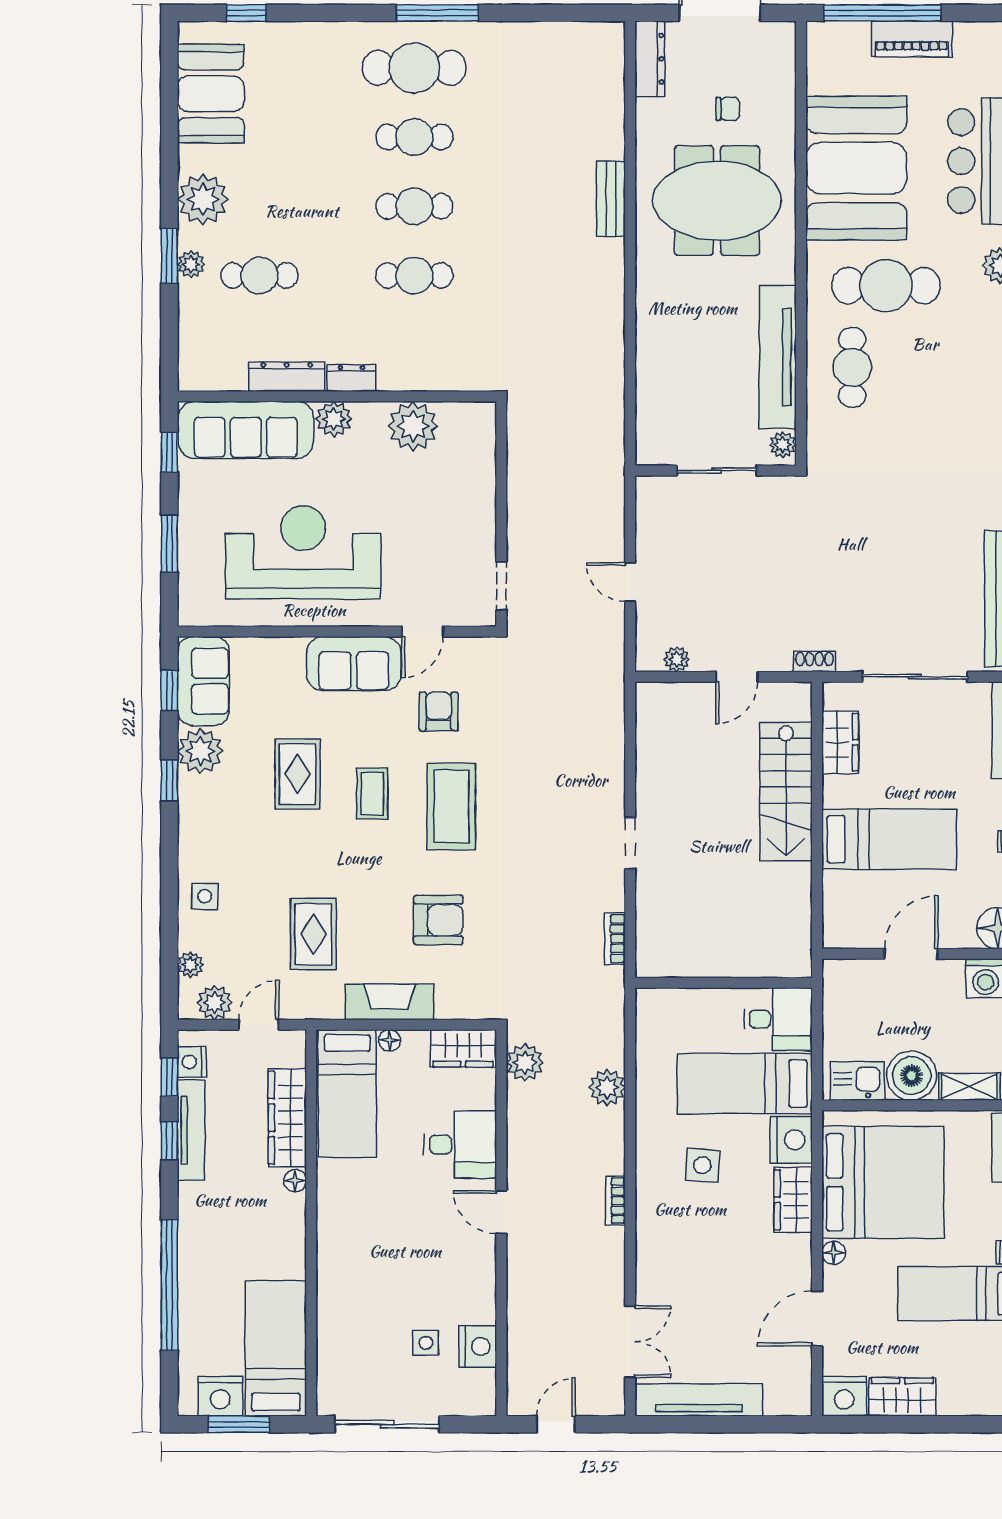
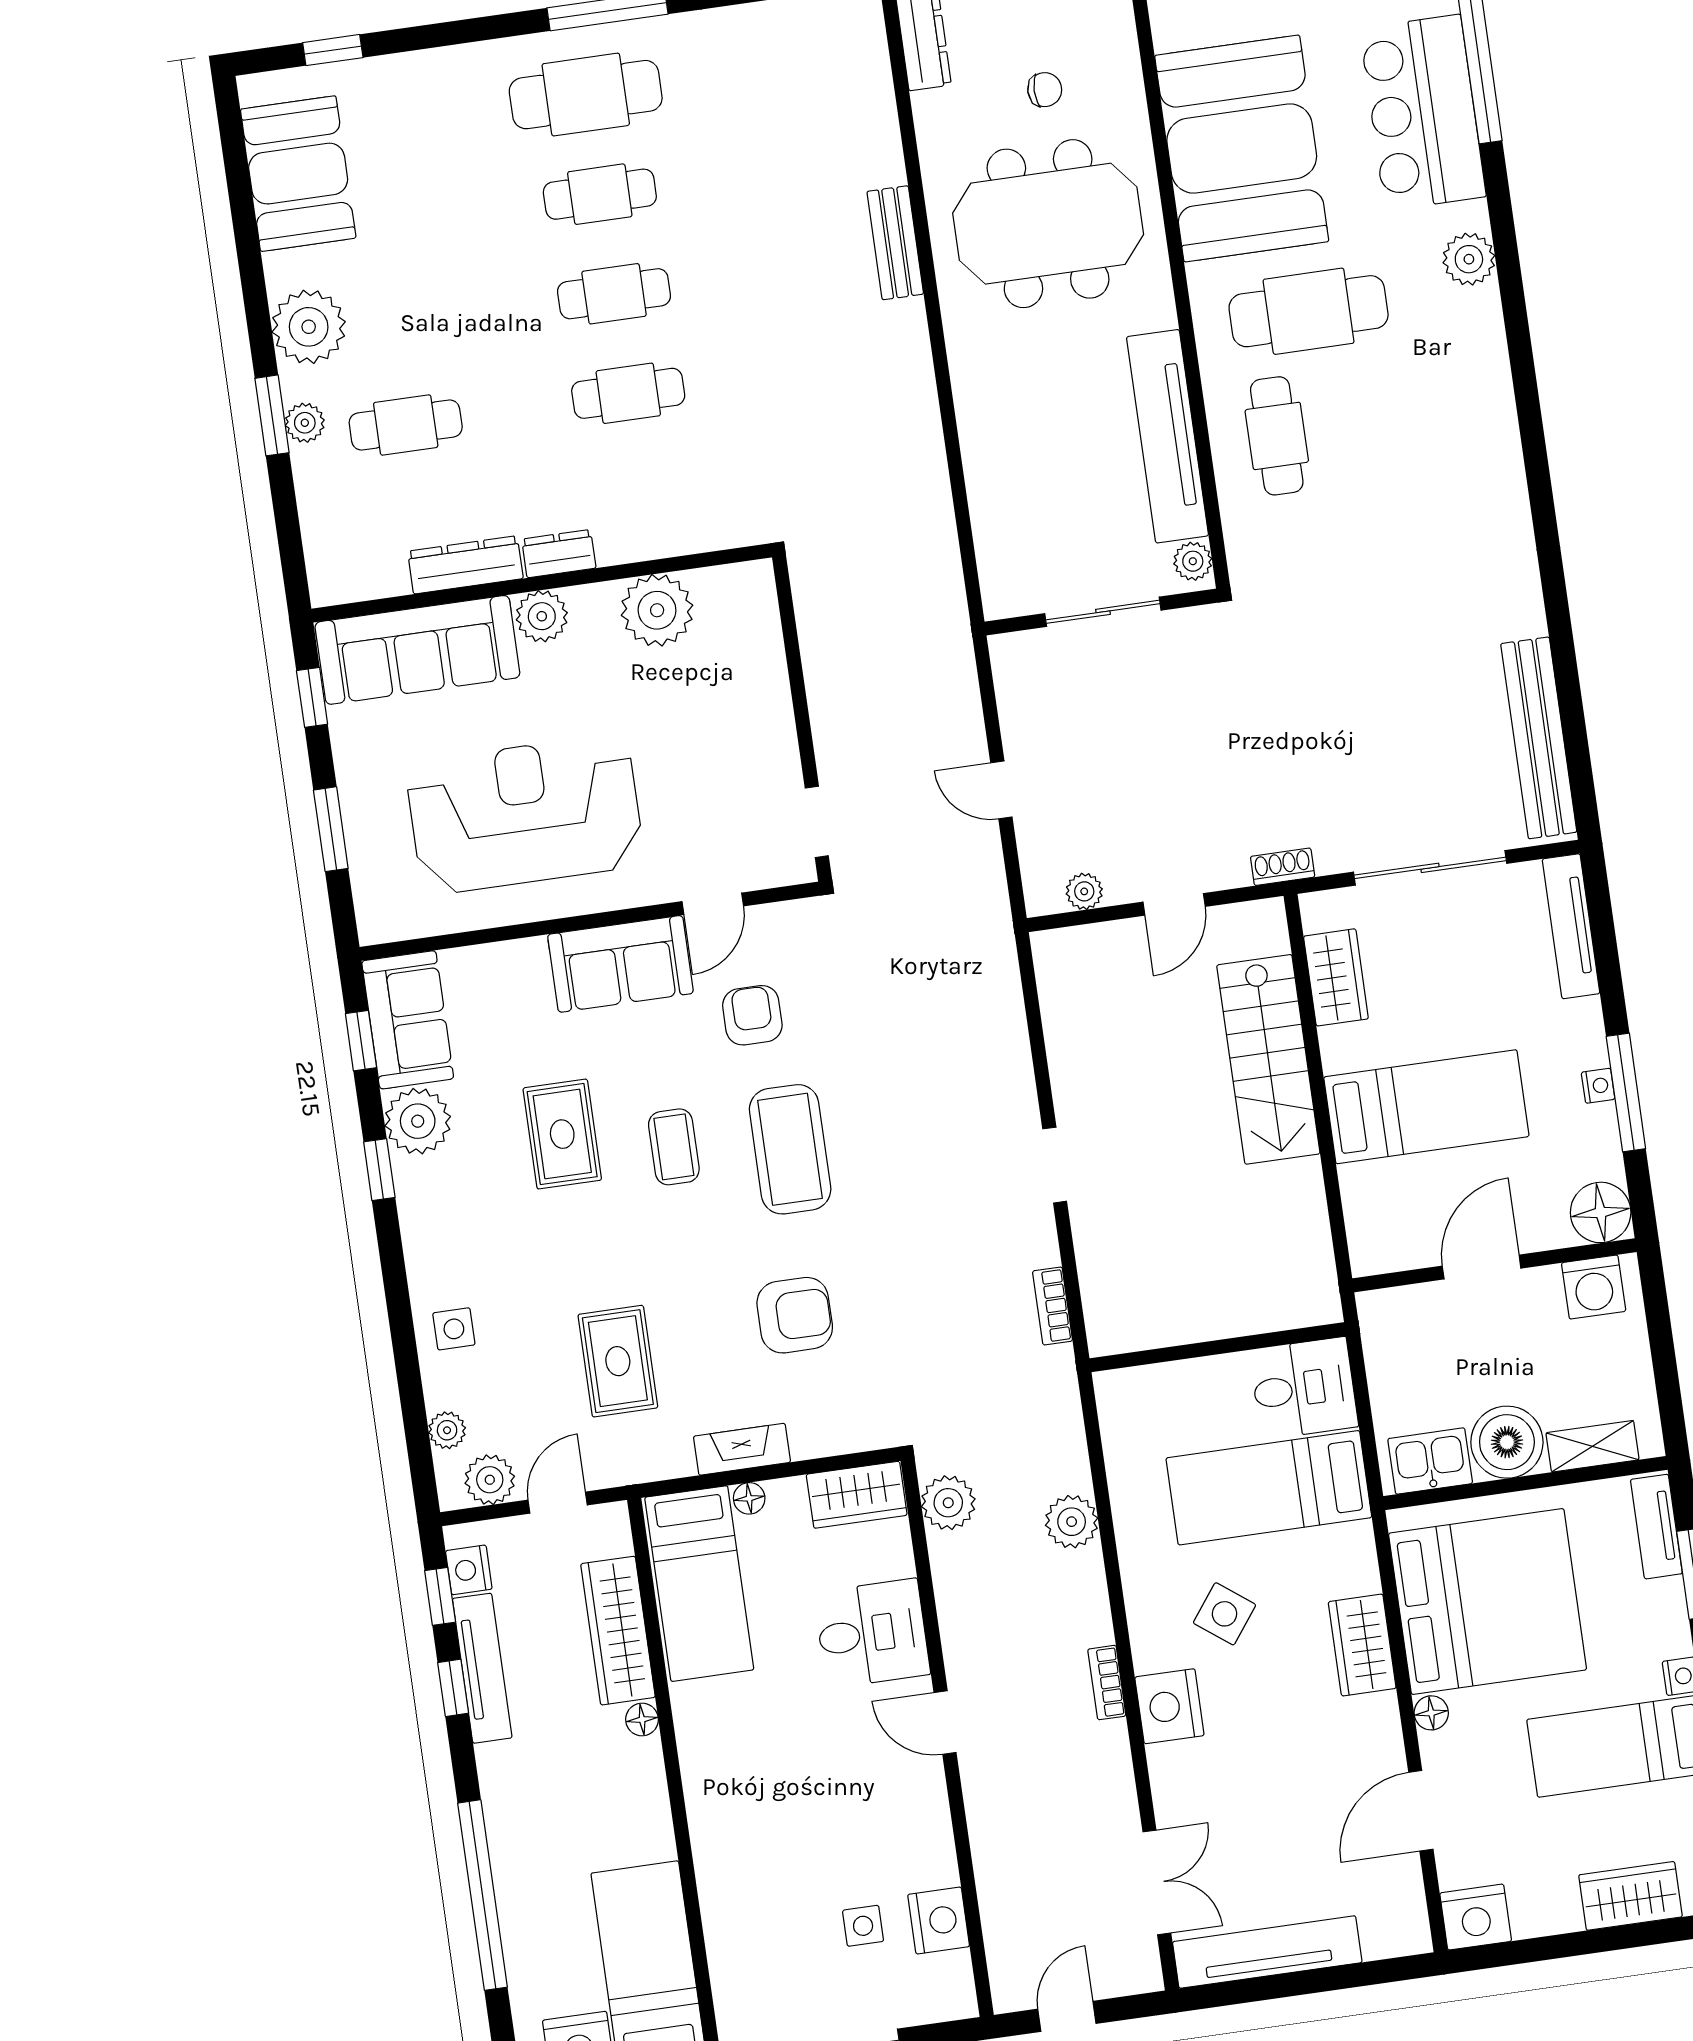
fireplace: (389, 1002) -> (742, 1449), width x0.73, depth x0.76
nightstand: (791, 1140) -> (1169, 1706), moved, turned 180
side table: (702, 1165) -> (1225, 1614), turned 33
wardrobe: (902, 1397) -> (1630, 1896), moved

